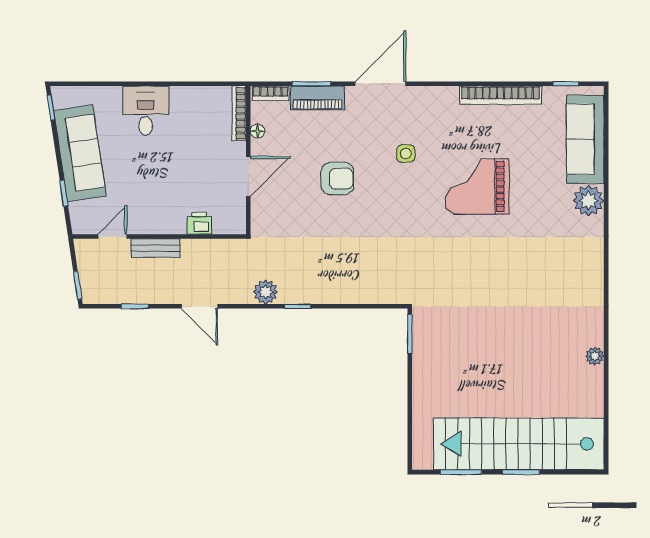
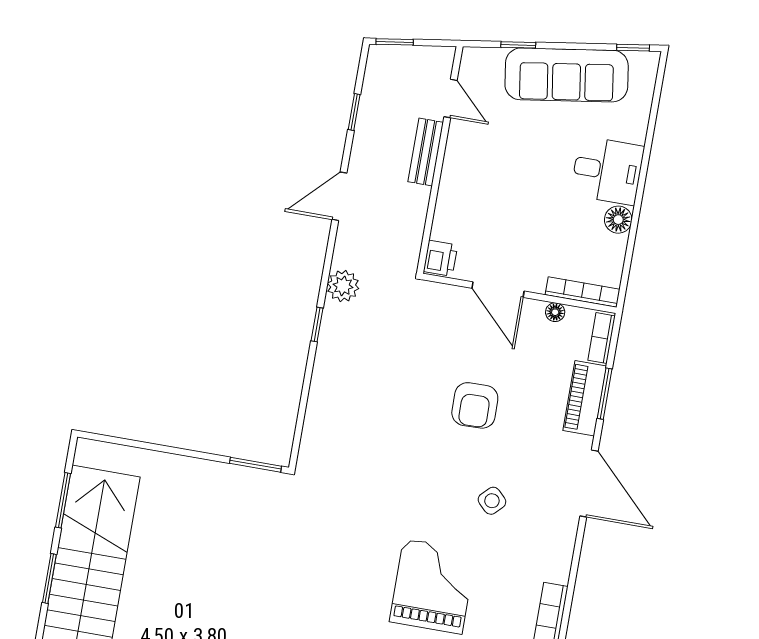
floor lamp: (181, 96) -> (618, 220), added
side table: (406, 154) -> (492, 501), turned 45
printer: (199, 223) -> (440, 258), moved

